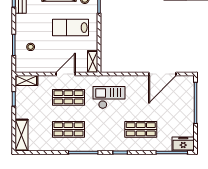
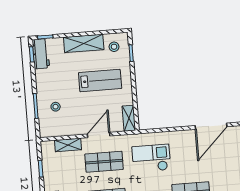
lab bench: (71, 28) -> (100, 81), turned 180
shelving: (26, 80) -> (68, 145), moved

